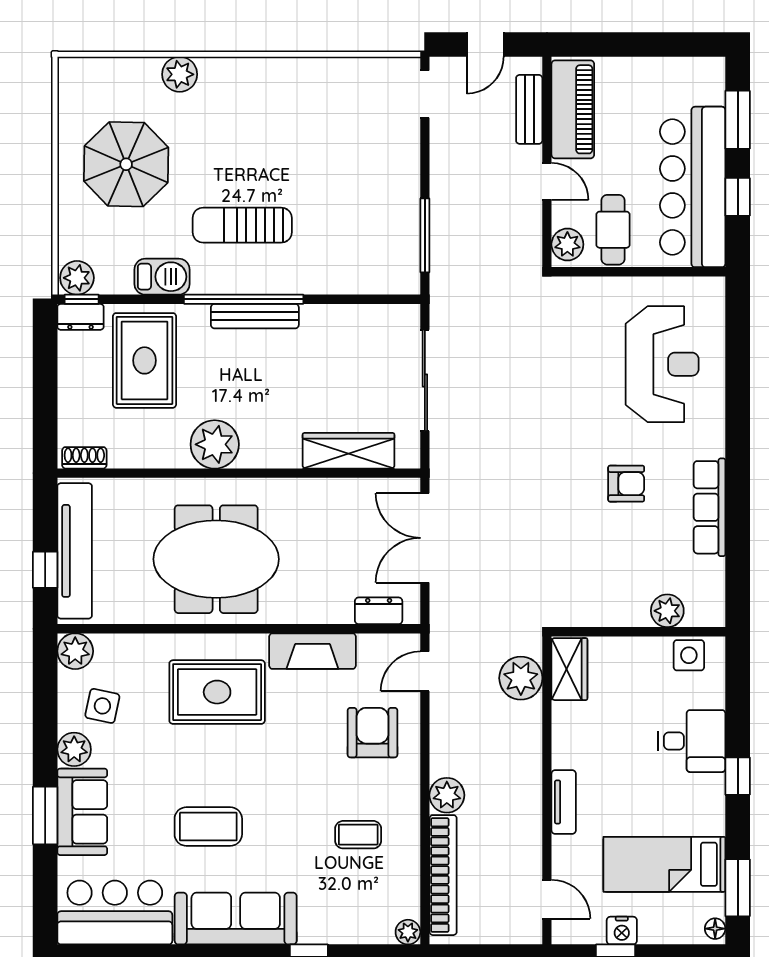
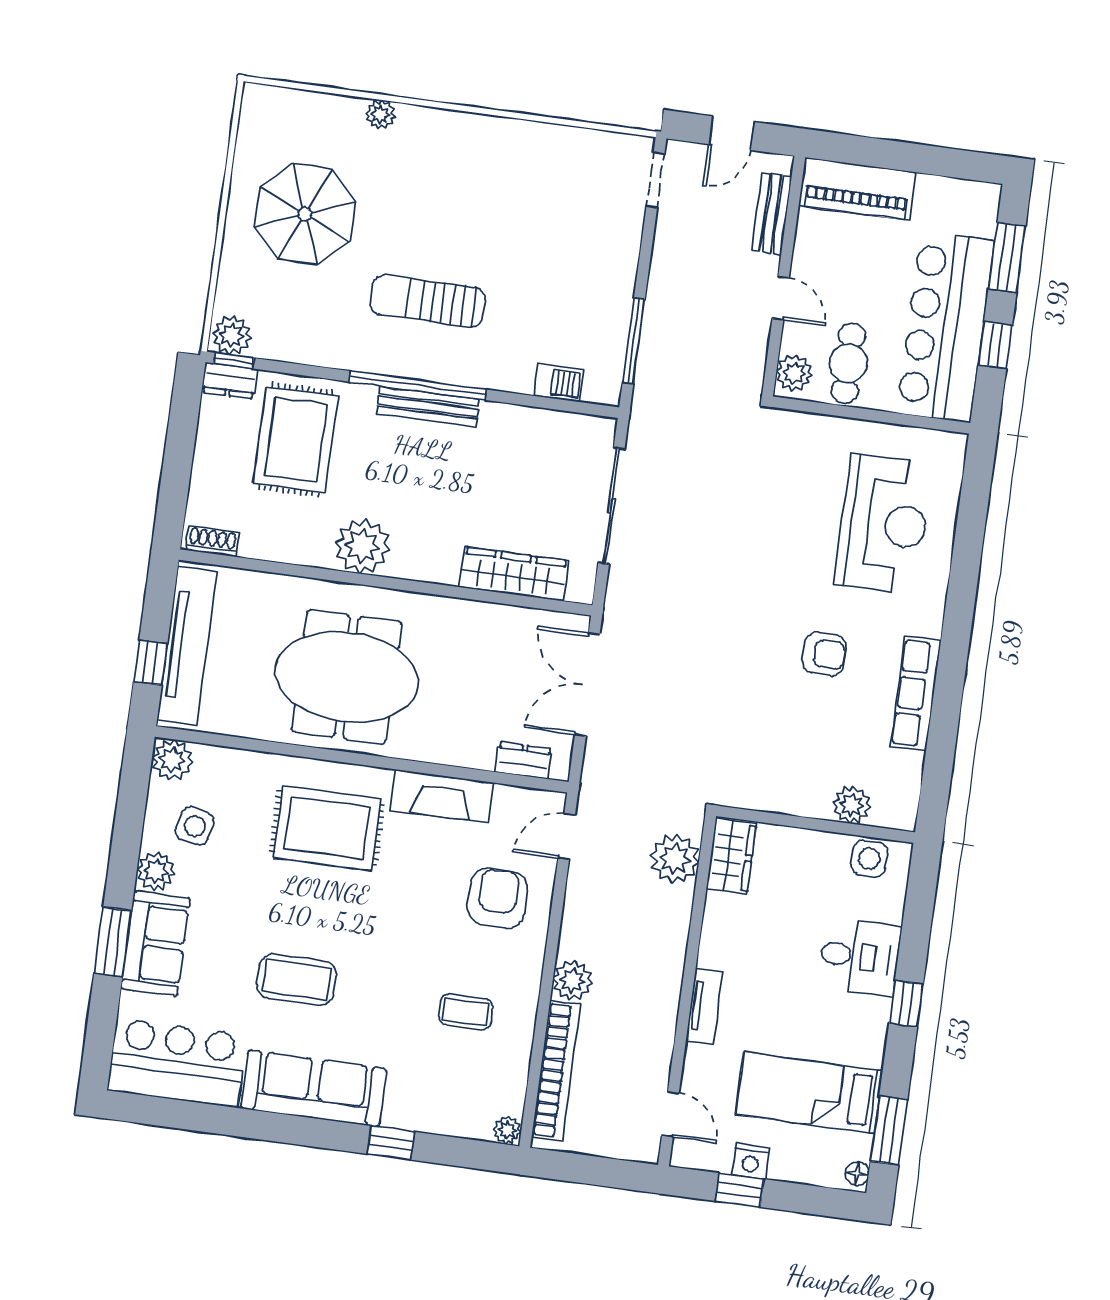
plant: (180, 74) -> (380, 114), width x0.73, depth x0.73
piano: (573, 109) -> (857, 189), moved, turned 90
barbecue: (162, 277) -> (558, 383), moved, width x0.73, depth x0.79

